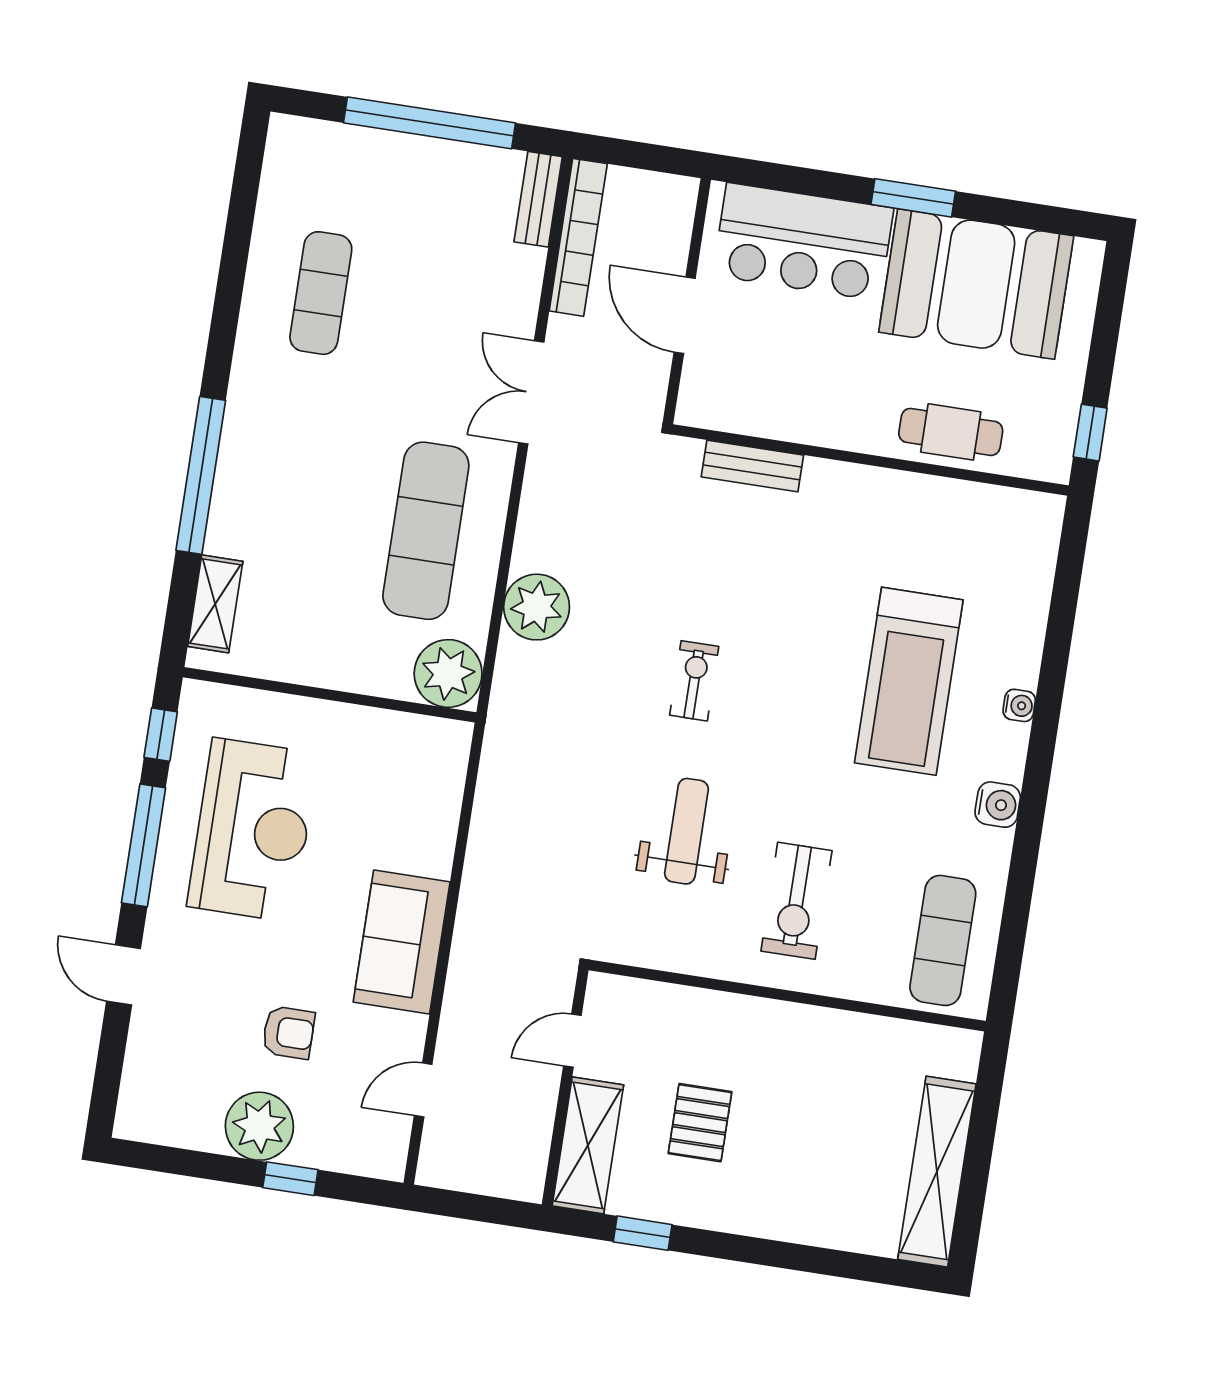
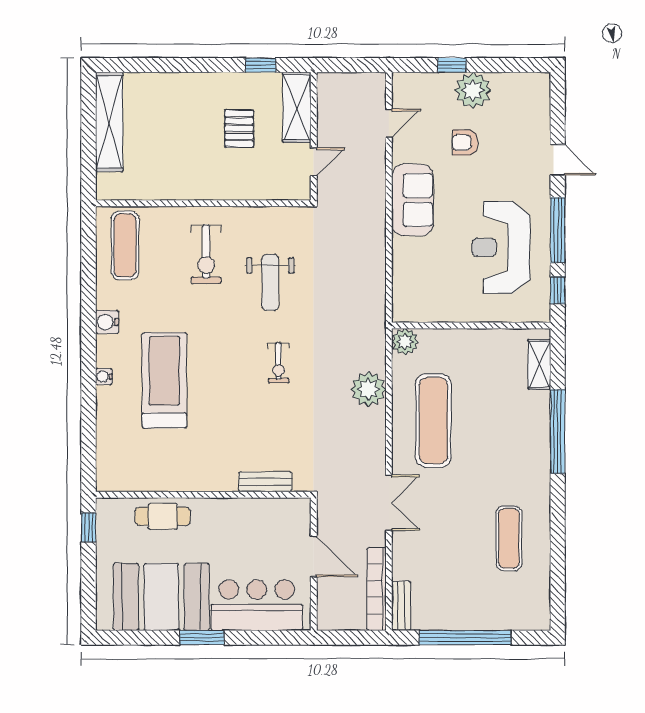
plant: (448, 673) -> (405, 342), width x0.73, depth x0.73
exercise bike: (796, 901) -> (206, 254), turned 180

